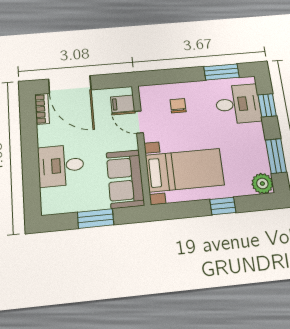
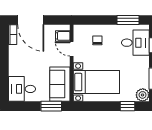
desk: (61, 166) -> (22, 89), moved
window: (223, 206) -> (128, 106), moved
window: (95, 219) -> (51, 106), moved

